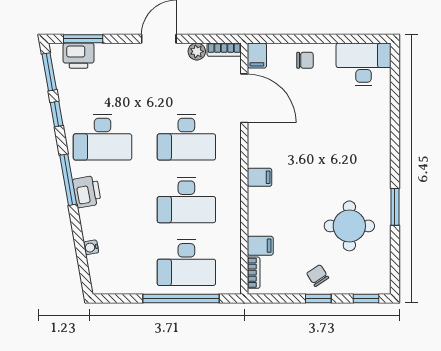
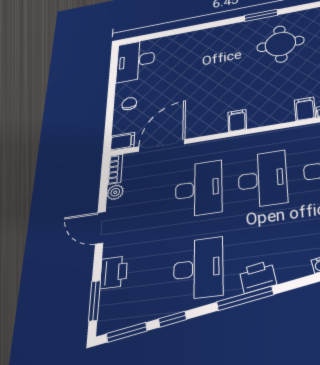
printer: (79, 56) -> (114, 272), moved

